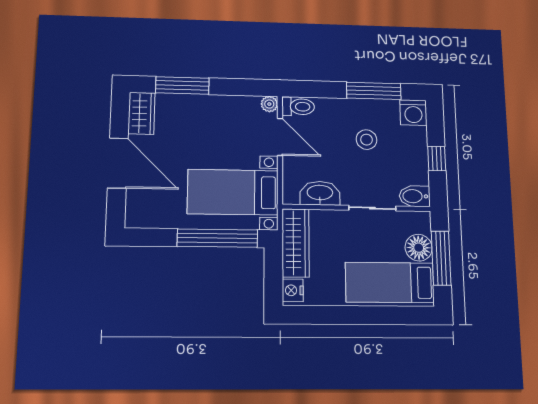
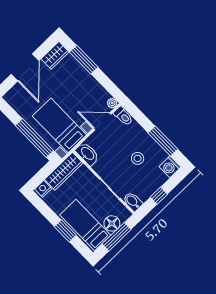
door: (280, 137) -> (102, 121), swing flipped
washbasin: (320, 193) -> (87, 154), moved
window: (374, 315) -> (65, 231), added

